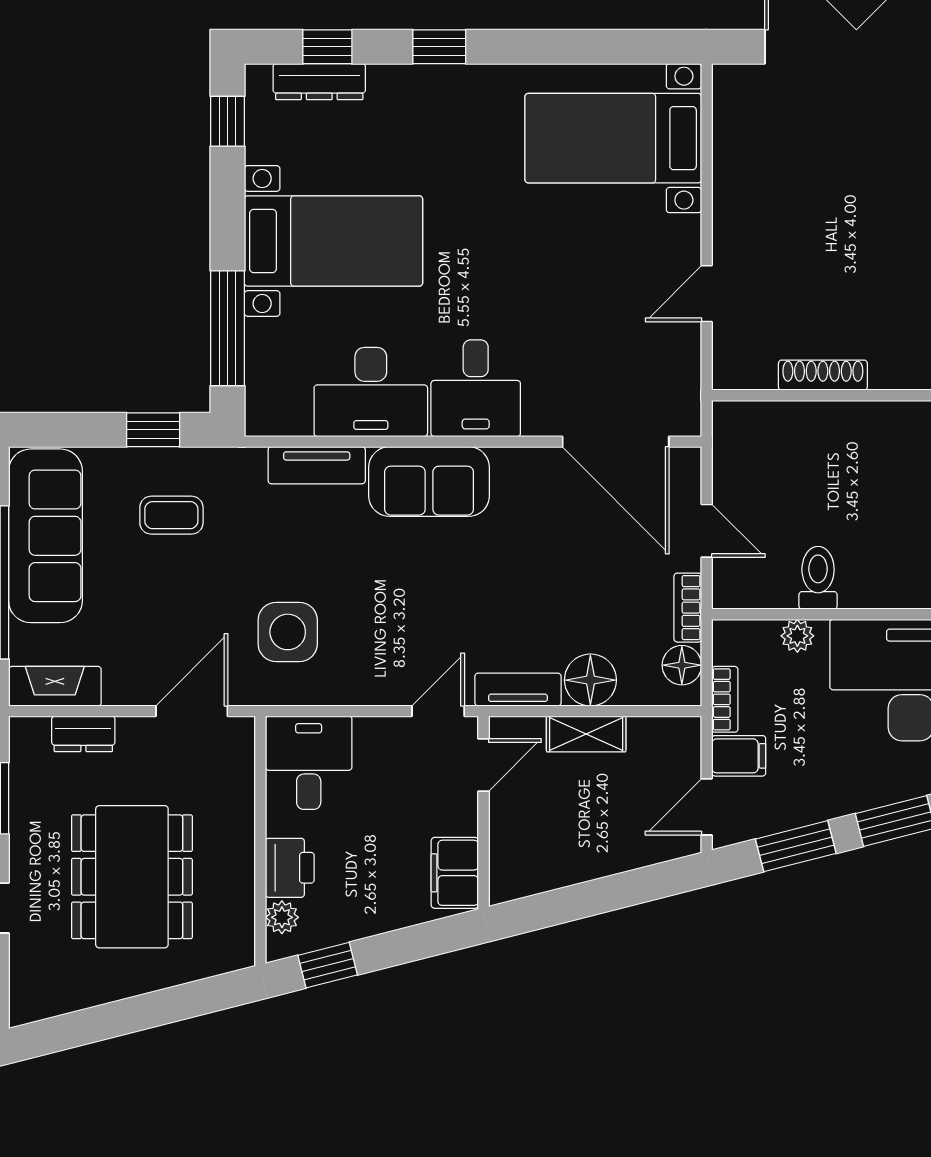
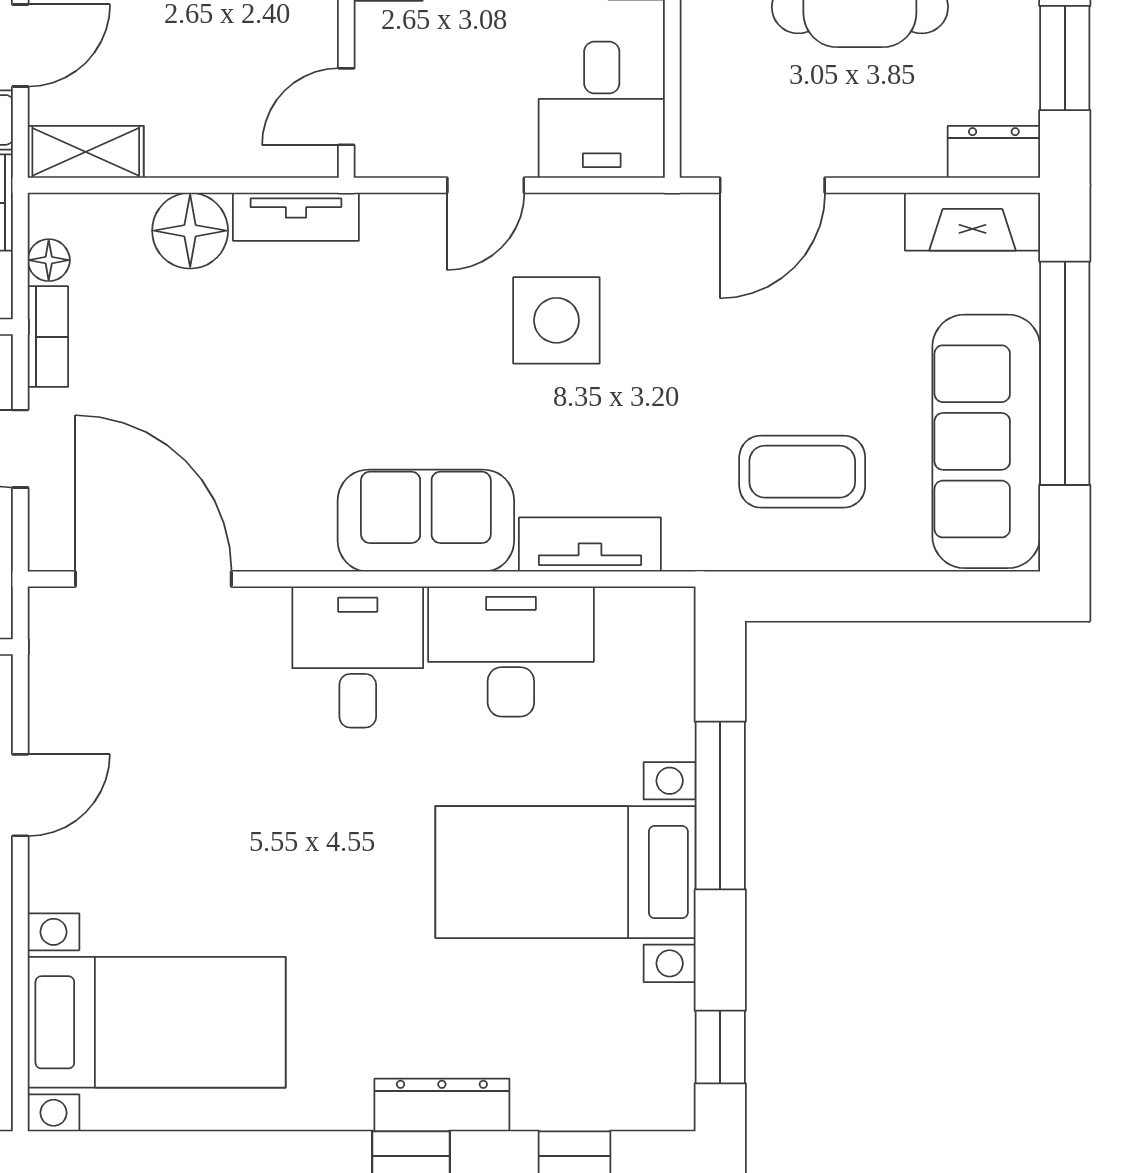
dresser: (319, 82) -> (442, 1105), moved
window: (227, 328) -> (720, 805), moved
window: (153, 430) -> (829, 596), removed
coffee table: (171, 515) -> (802, 472), width x1.36, depth x1.30
side table: (288, 632) -> (556, 320), moved
floor lamp: (682, 665) -> (49, 260), width x0.73, depth x0.73
door: (438, 711) -> (486, 185), moved
dresser: (83, 734) -> (994, 152), moved
shelving: (586, 734) -> (86, 152), moved

